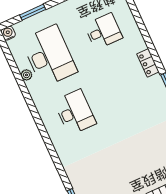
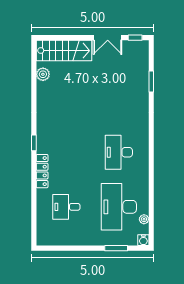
locker: (148, 63) -> (42, 171), width x1.53
plant: (26, 75) -> (144, 219), moved

